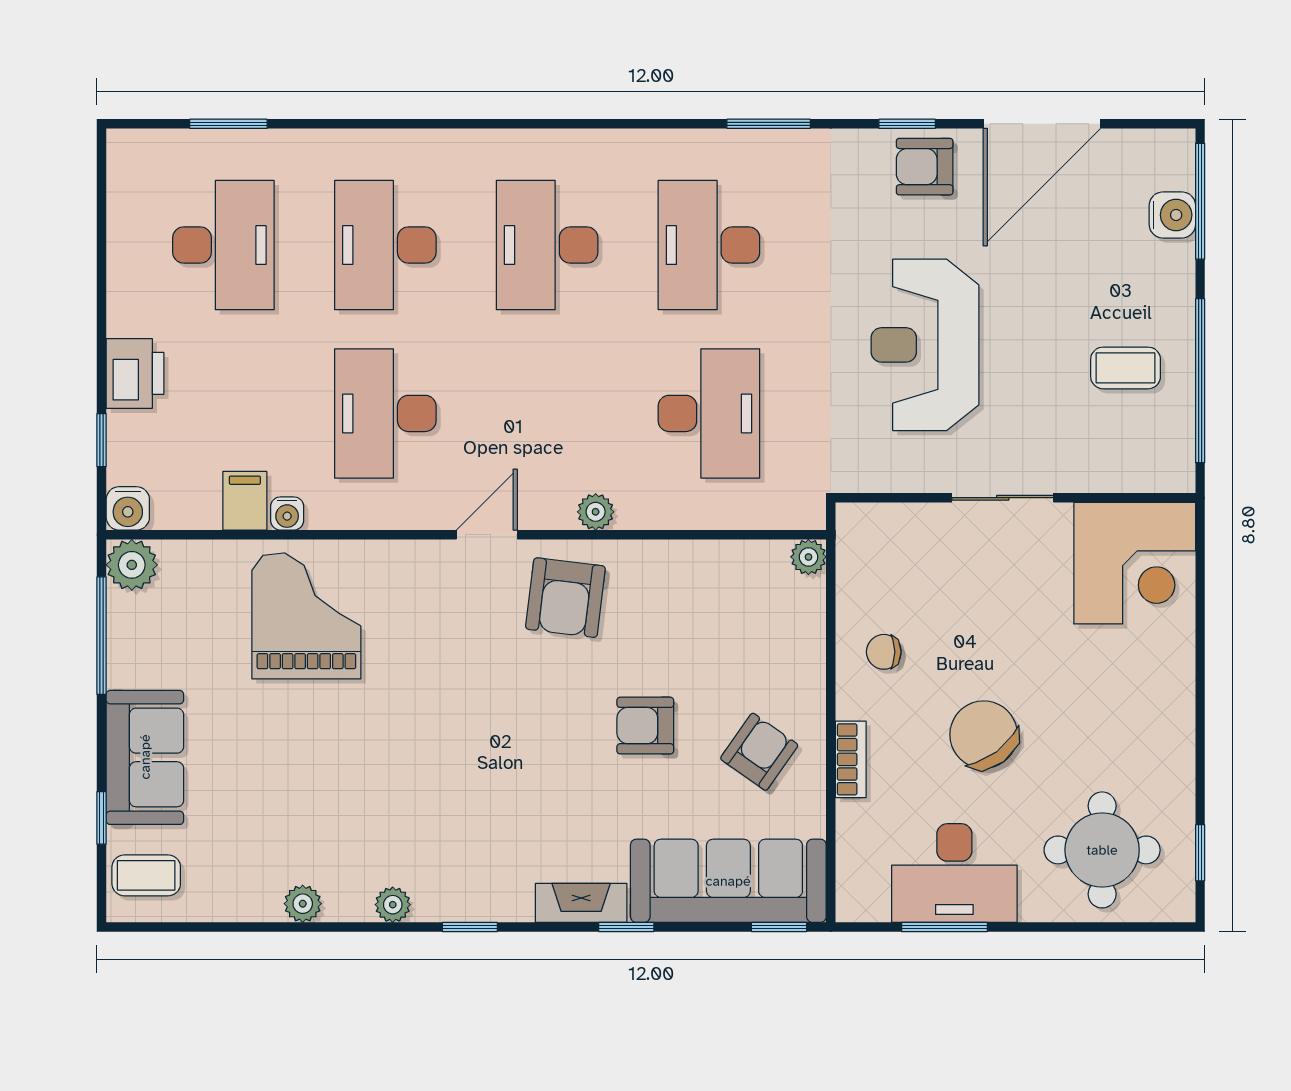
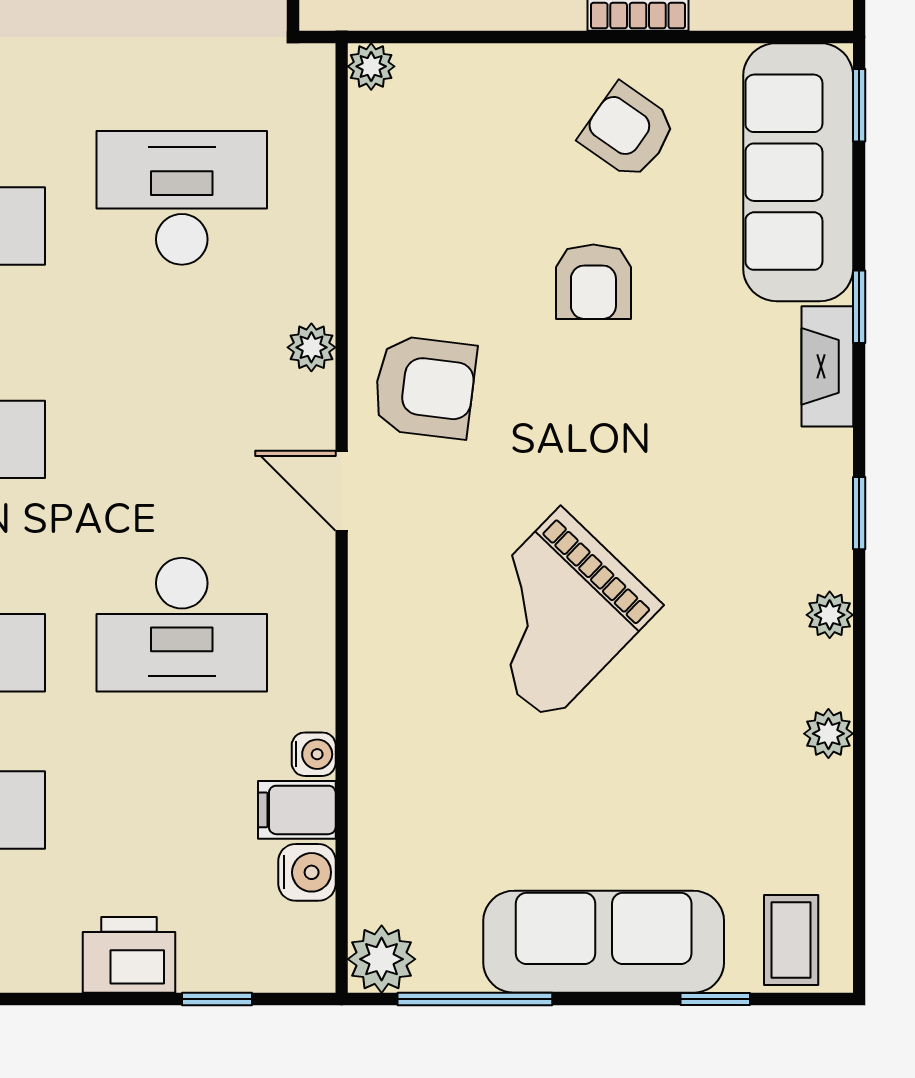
water cooler: (128, 508) -> (307, 872), moved
grand piano: (306, 616) -> (555, 615), moved, turned -46
sofa: (145, 757) -> (604, 942), width x1.36

